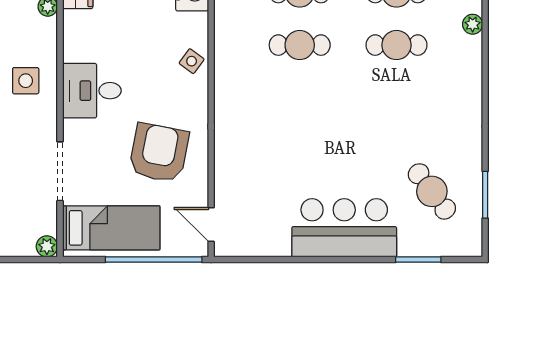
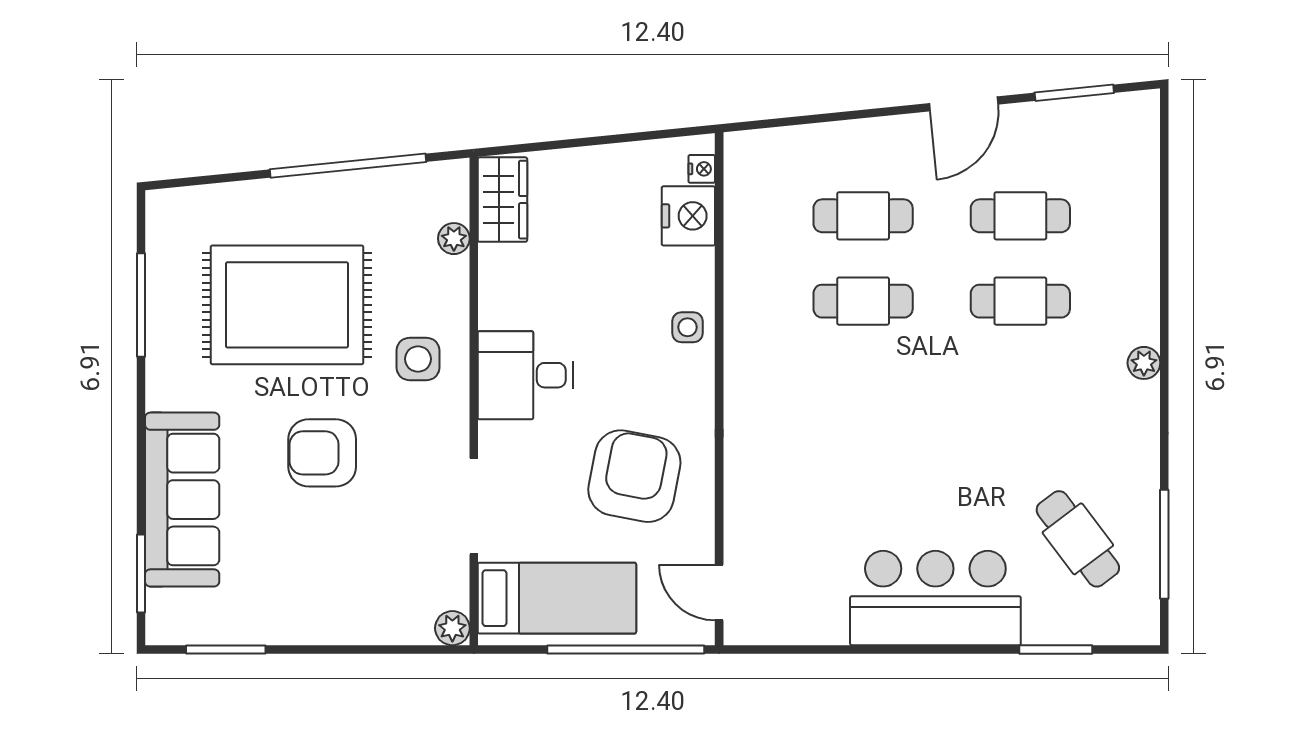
plant: (473, 24) -> (1144, 363), moved
side table: (192, 61) -> (687, 327), turned -36
window: (485, 195) -> (1164, 544), width x1.44

